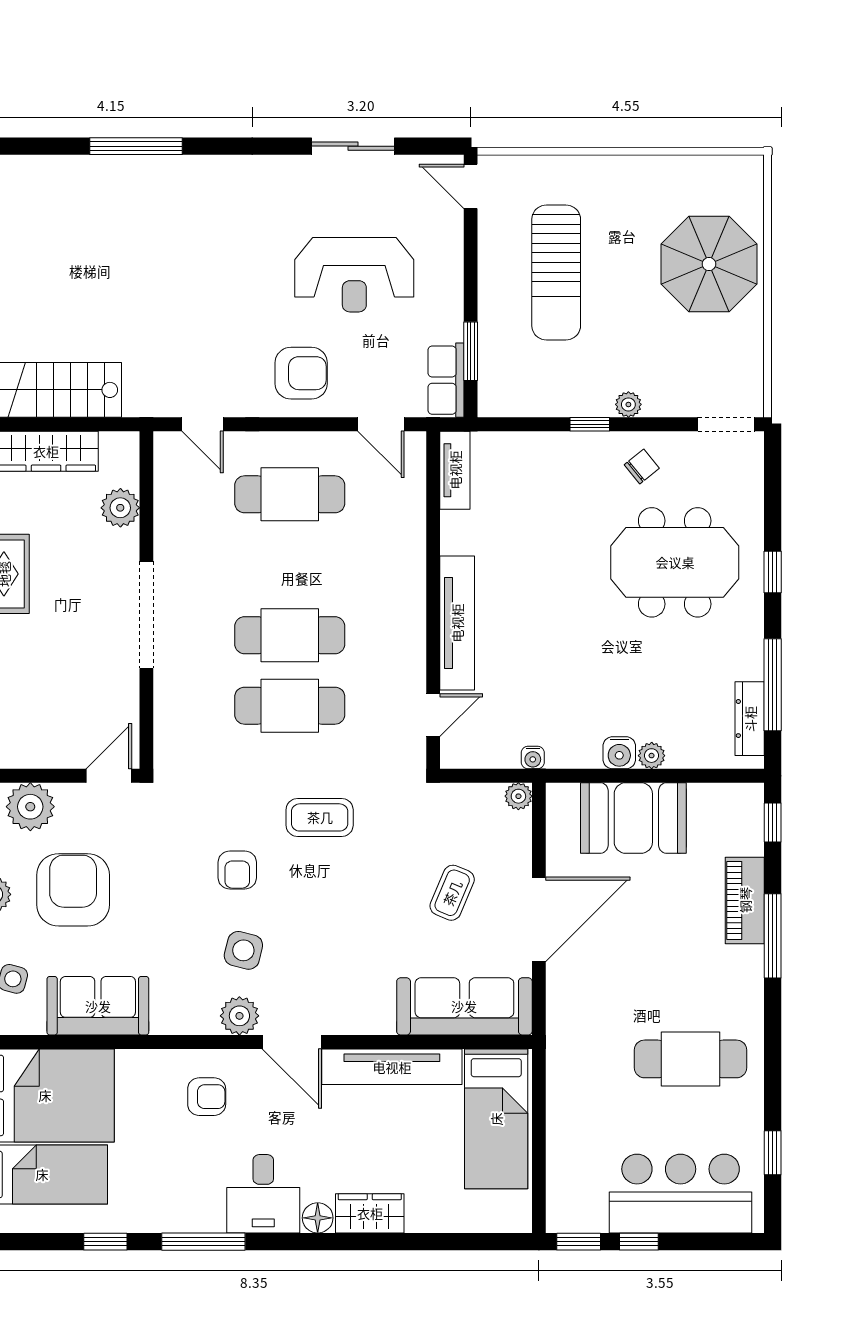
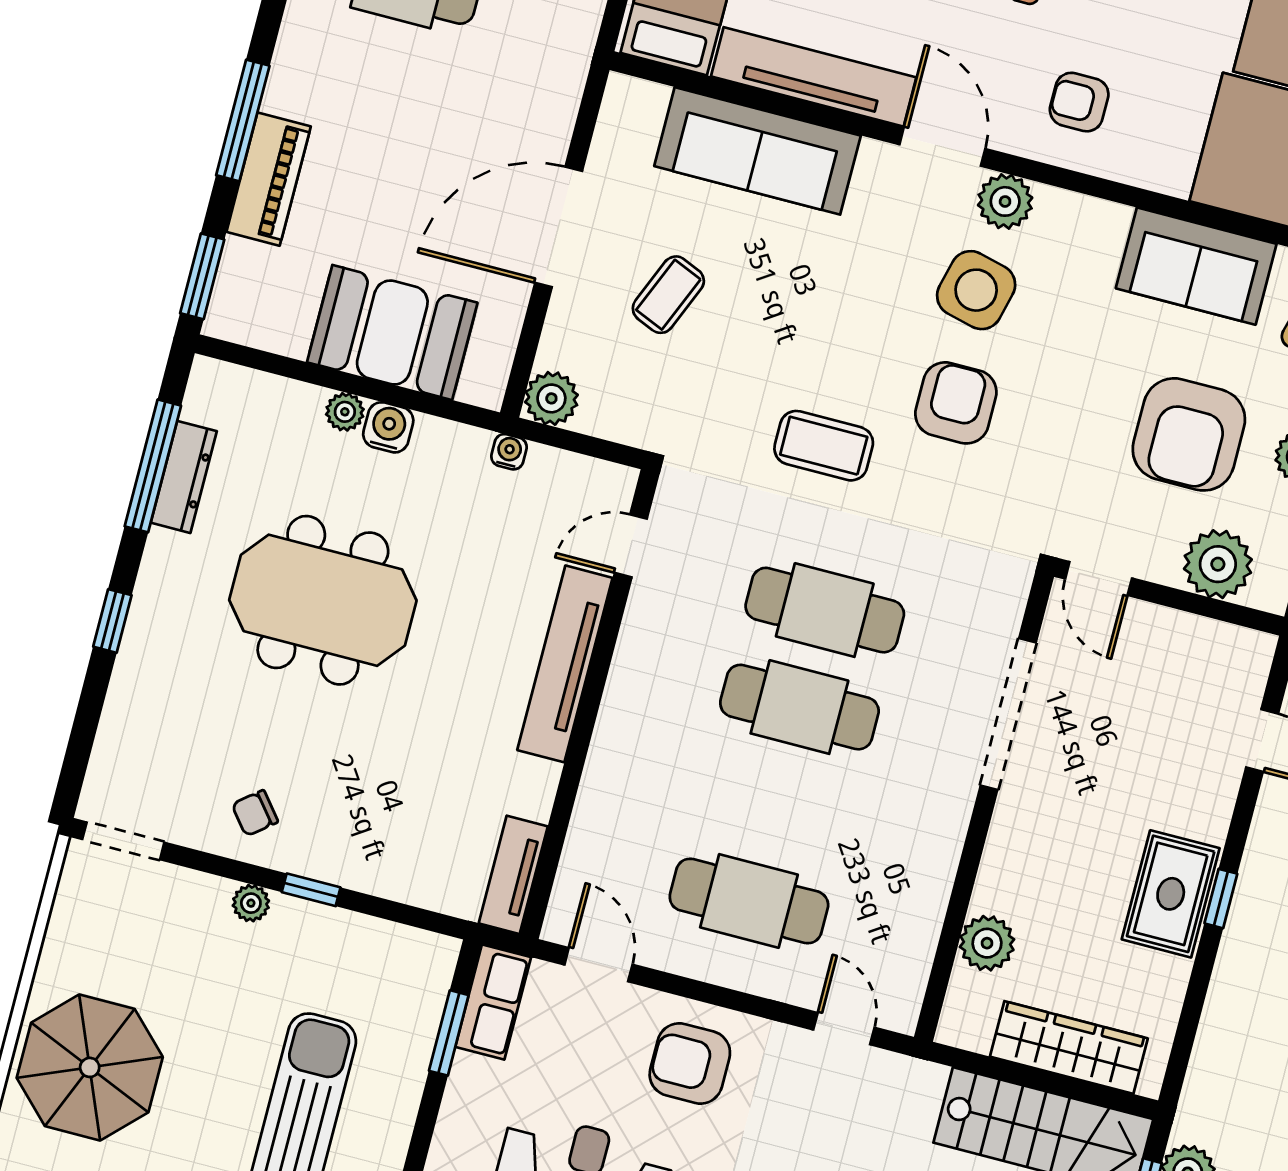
meeting table: (675, 562) -> (323, 600), moved
doorway: (146, 615) -> (1008, 714), moved
dresser: (750, 719) -> (184, 477), moved
door: (109, 776) -> (1099, 579), hinge flipped
plant: (518, 796) -> (551, 398), width x1.38, depth x1.38
window: (773, 823) -> (202, 276), width x1.50
armchair: (237, 870) -> (956, 403), width x1.38, depth x1.38
side table: (243, 950) -> (976, 290), width x1.37, depth x1.37
sofa: (464, 1006) -> (757, 151), moved

